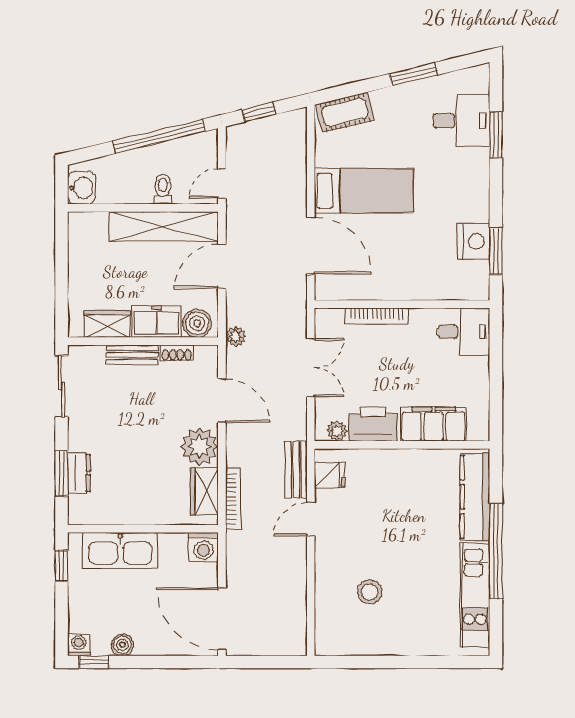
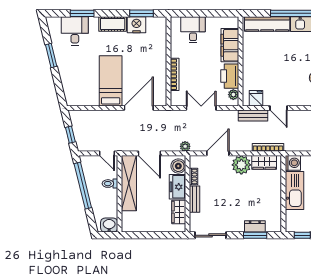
cot: (345, 112) -> (113, 24), moved, turned -76
desk: (464, 332) -> (193, 30), moved
kitchen sink: (120, 550) -> (294, 191), moved

